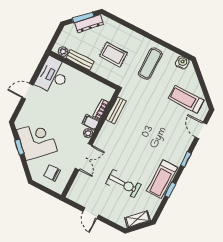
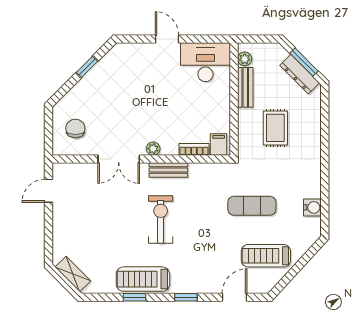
water cooler: (182, 62) -> (312, 207), moved
exercise mat: (150, 64) -> (252, 206), moved
treadmill: (186, 99) -> (266, 256), turned -90
bench: (116, 110) -> (168, 170), moved
filing cabinet: (91, 122) -> (219, 145), moved
corner desk: (37, 140) -> (108, 86), removed
exercise bike: (123, 184) -> (161, 219), moved, turned 180
door: (91, 213) -> (49, 191), moved

